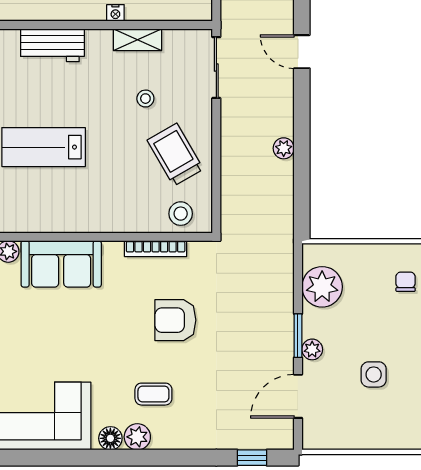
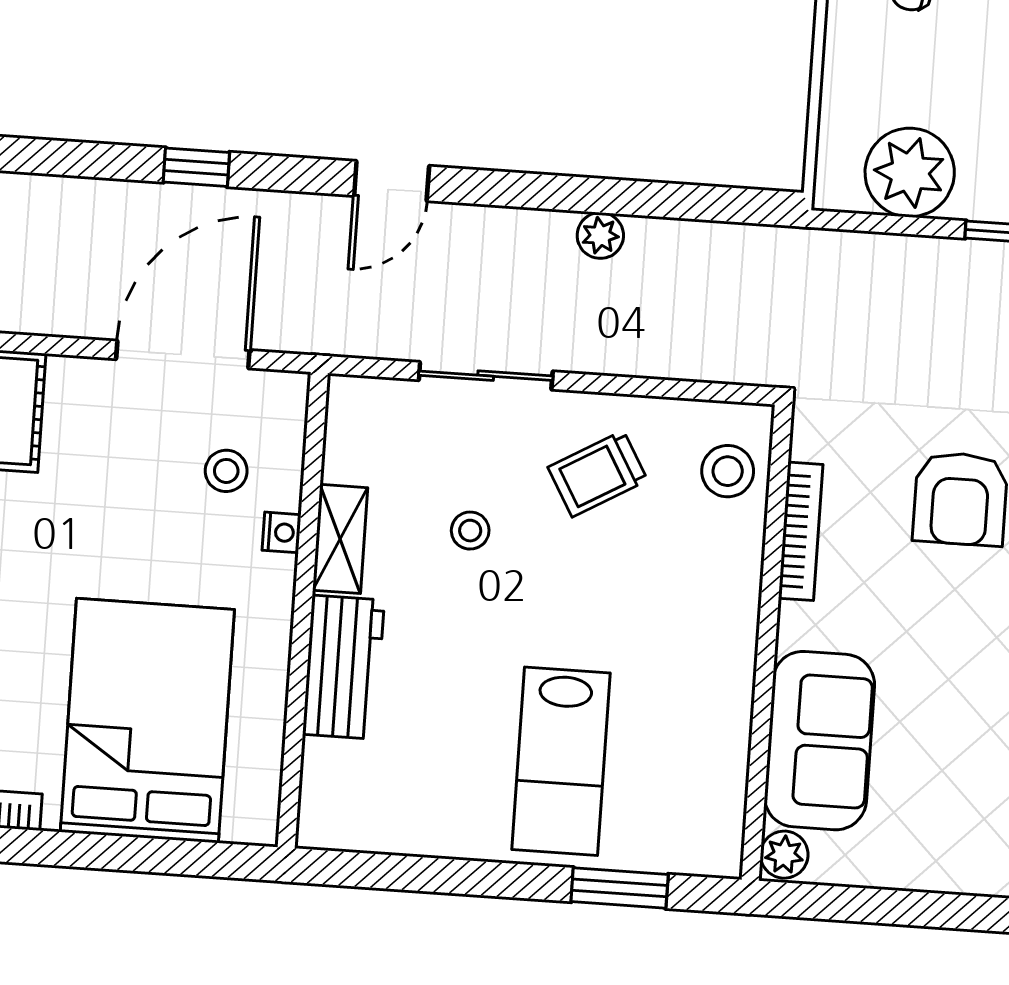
nightstand: (115, 13) -> (282, 532), moved
workbench: (52, 45) -> (343, 667), moved
sliding door: (216, 68) -> (486, 376), moved
trolley: (175, 155) -> (598, 474), width x0.73, depth x0.72

